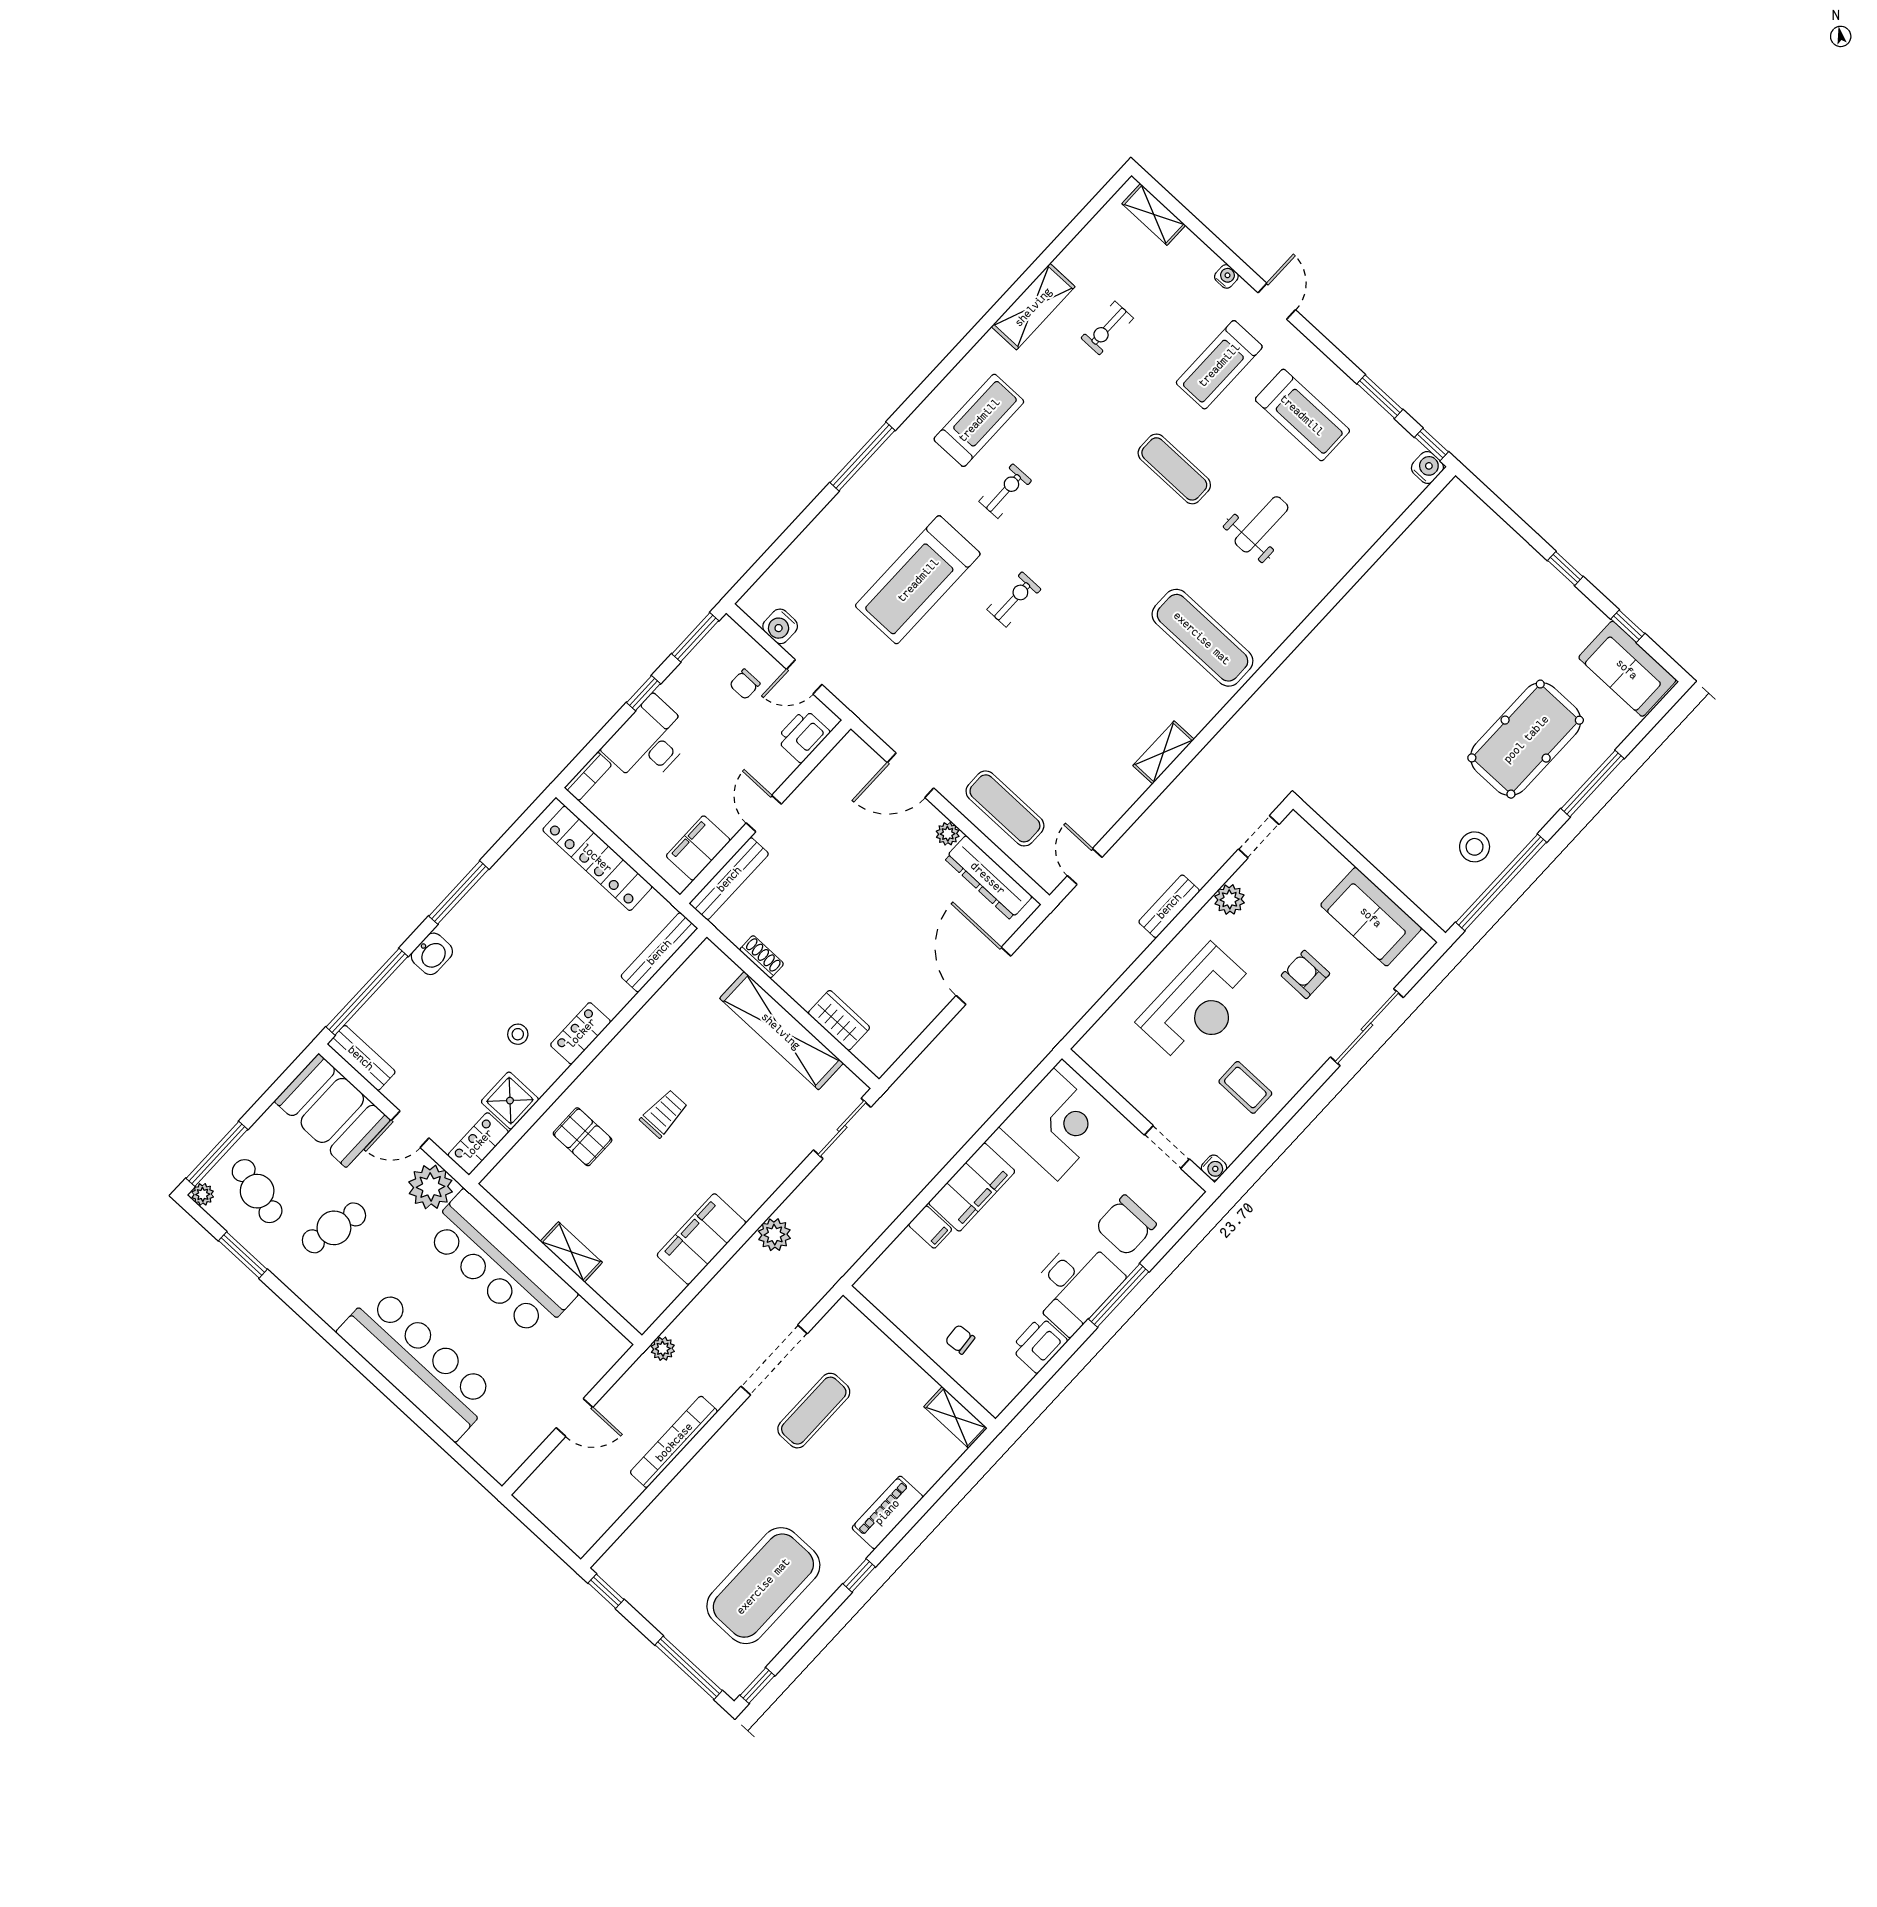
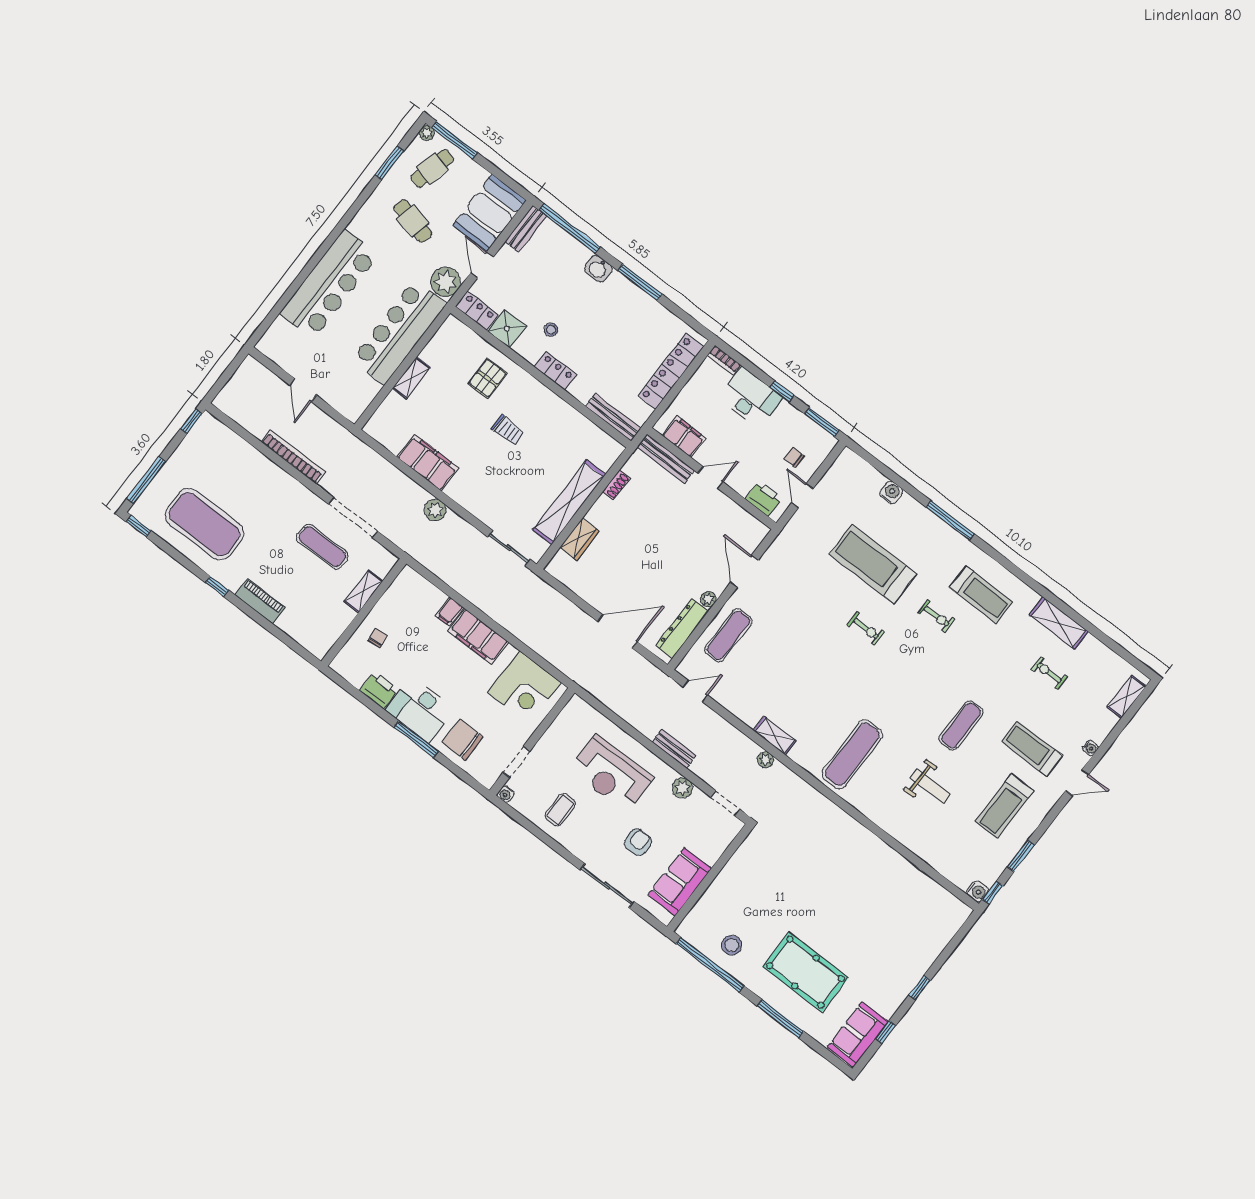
water cooler: (780, 626) -> (891, 492), moved, turned 90
plant: (663, 1349) -> (765, 760), moved
shelving: (956, 1417) -> (364, 591), moved

